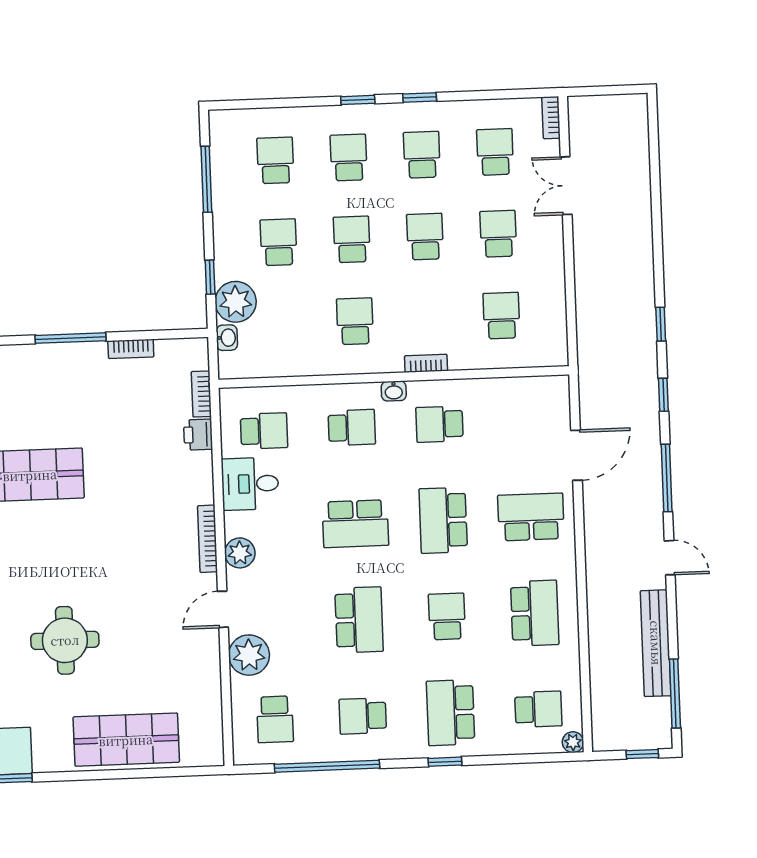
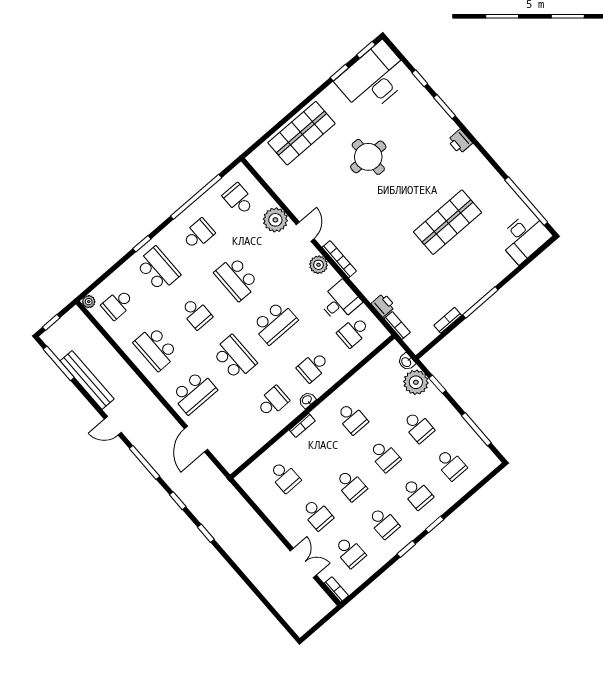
school desk: (355, 524) -> (275, 323), turned 180

